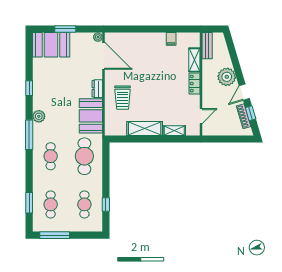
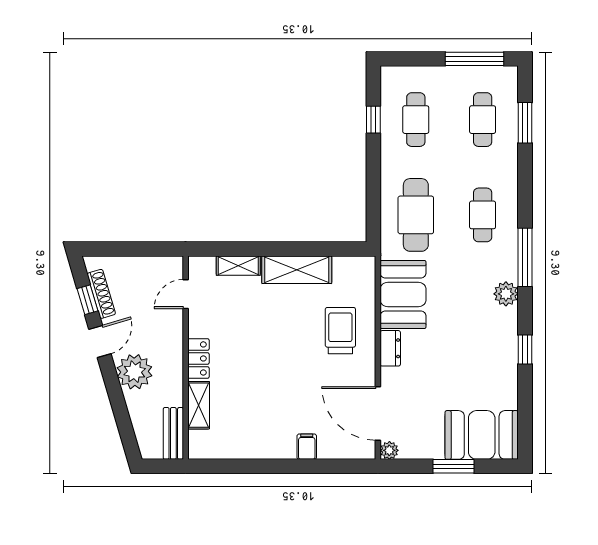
filing cabinet: (171, 39) -> (307, 447), moved

